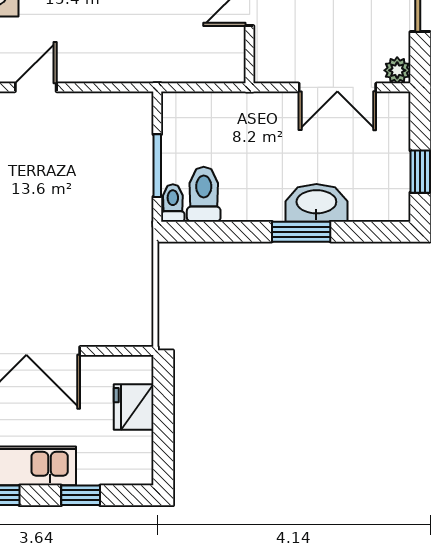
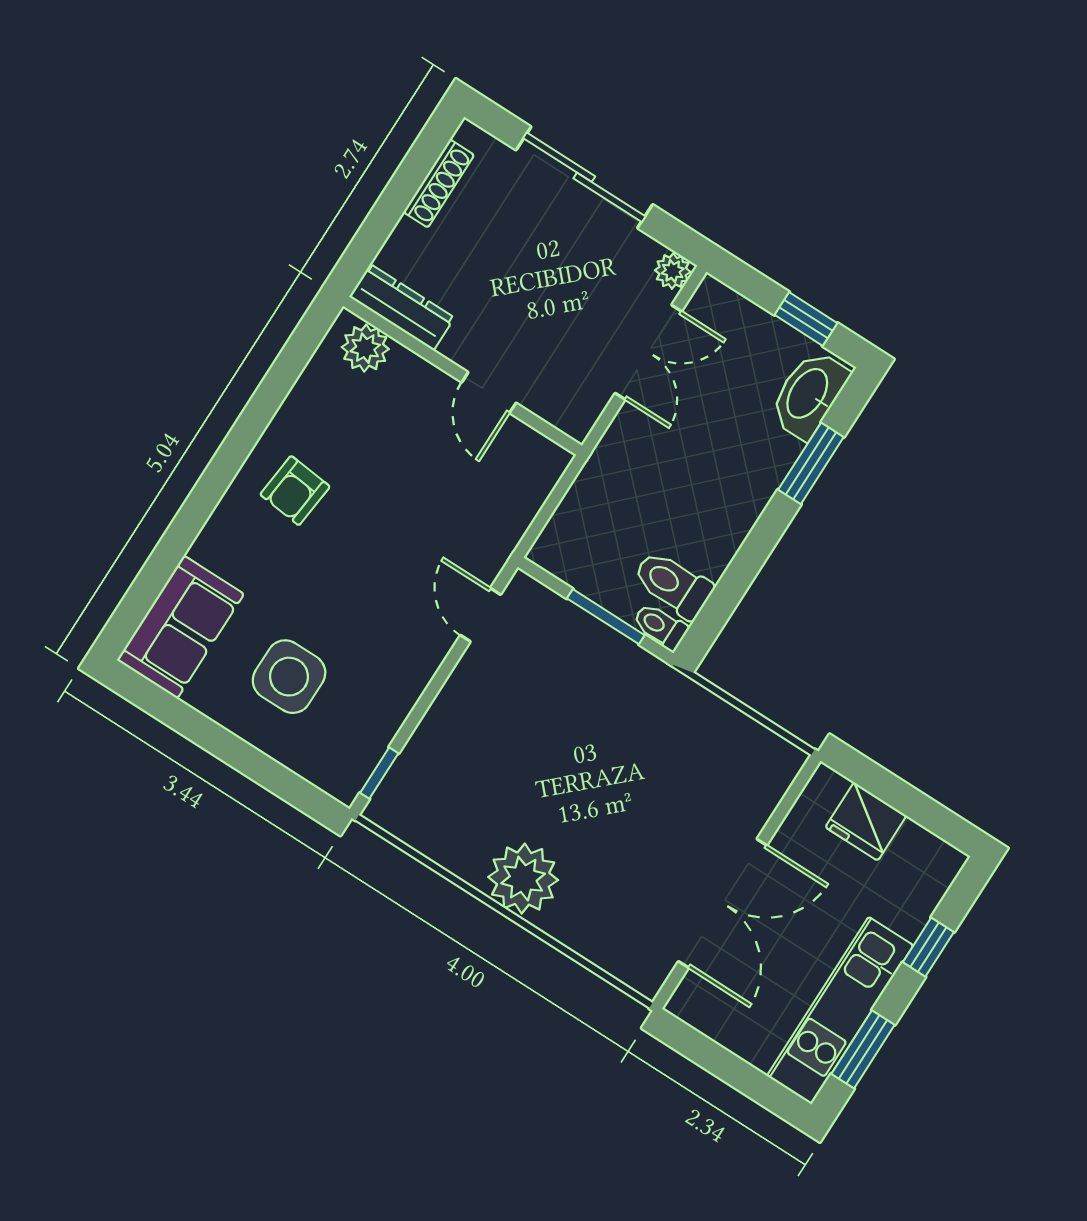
door: (36, 87) -> (480, 615), moved
washbasin: (316, 203) -> (809, 394), moved
window: (301, 232) -> (811, 463), moved

